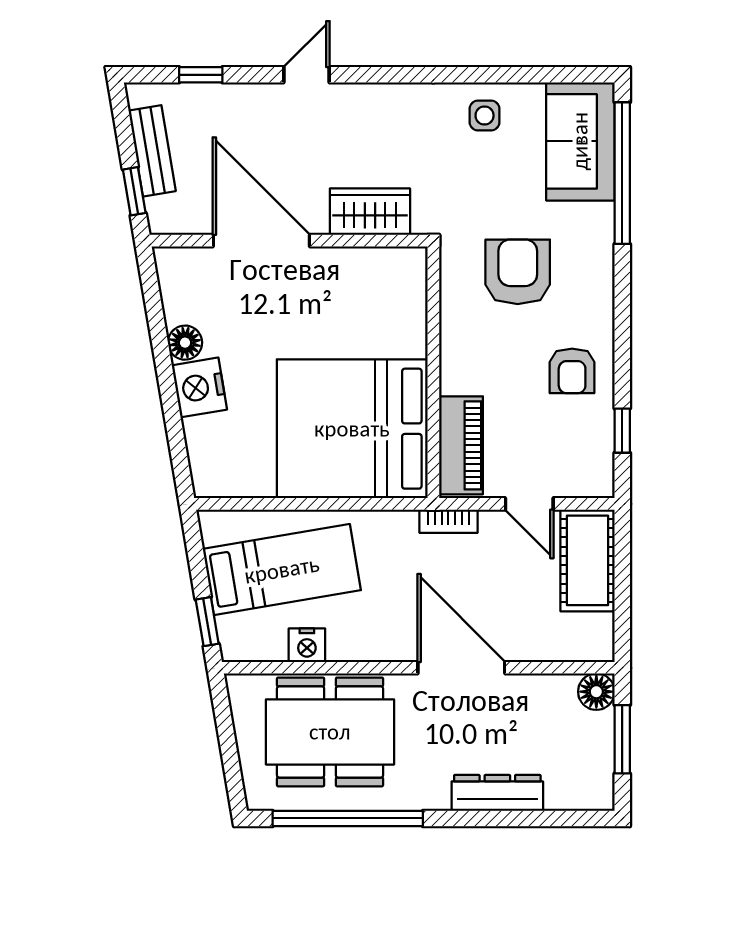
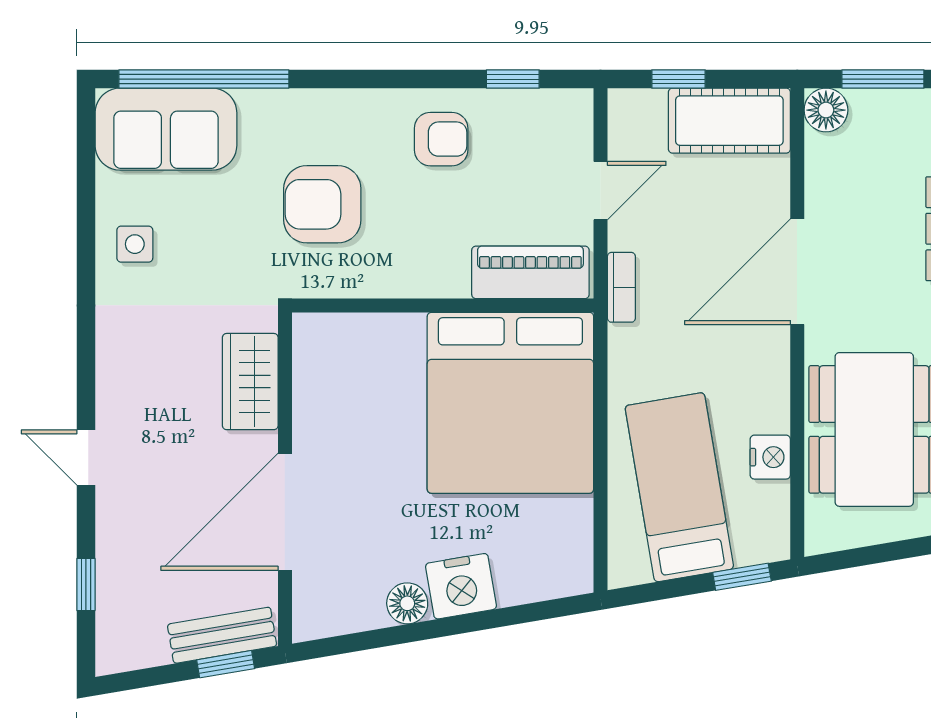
bench: (152, 151) -> (222, 635), moved
cot: (587, 560) -> (729, 121), moved
window: (622, 569) -> (678, 79), added

